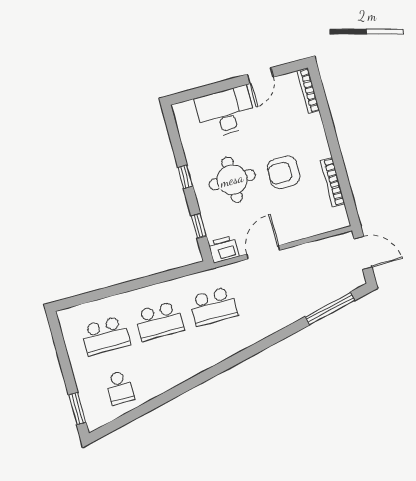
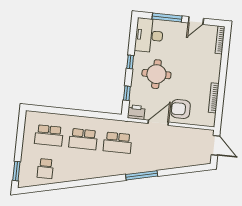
window: (215, 88) -> (167, 18), added
desk: (225, 112) -> (149, 35), moved, turned -90
armchair: (283, 172) -> (181, 109), moved
window: (330, 309) -> (142, 175), moved

